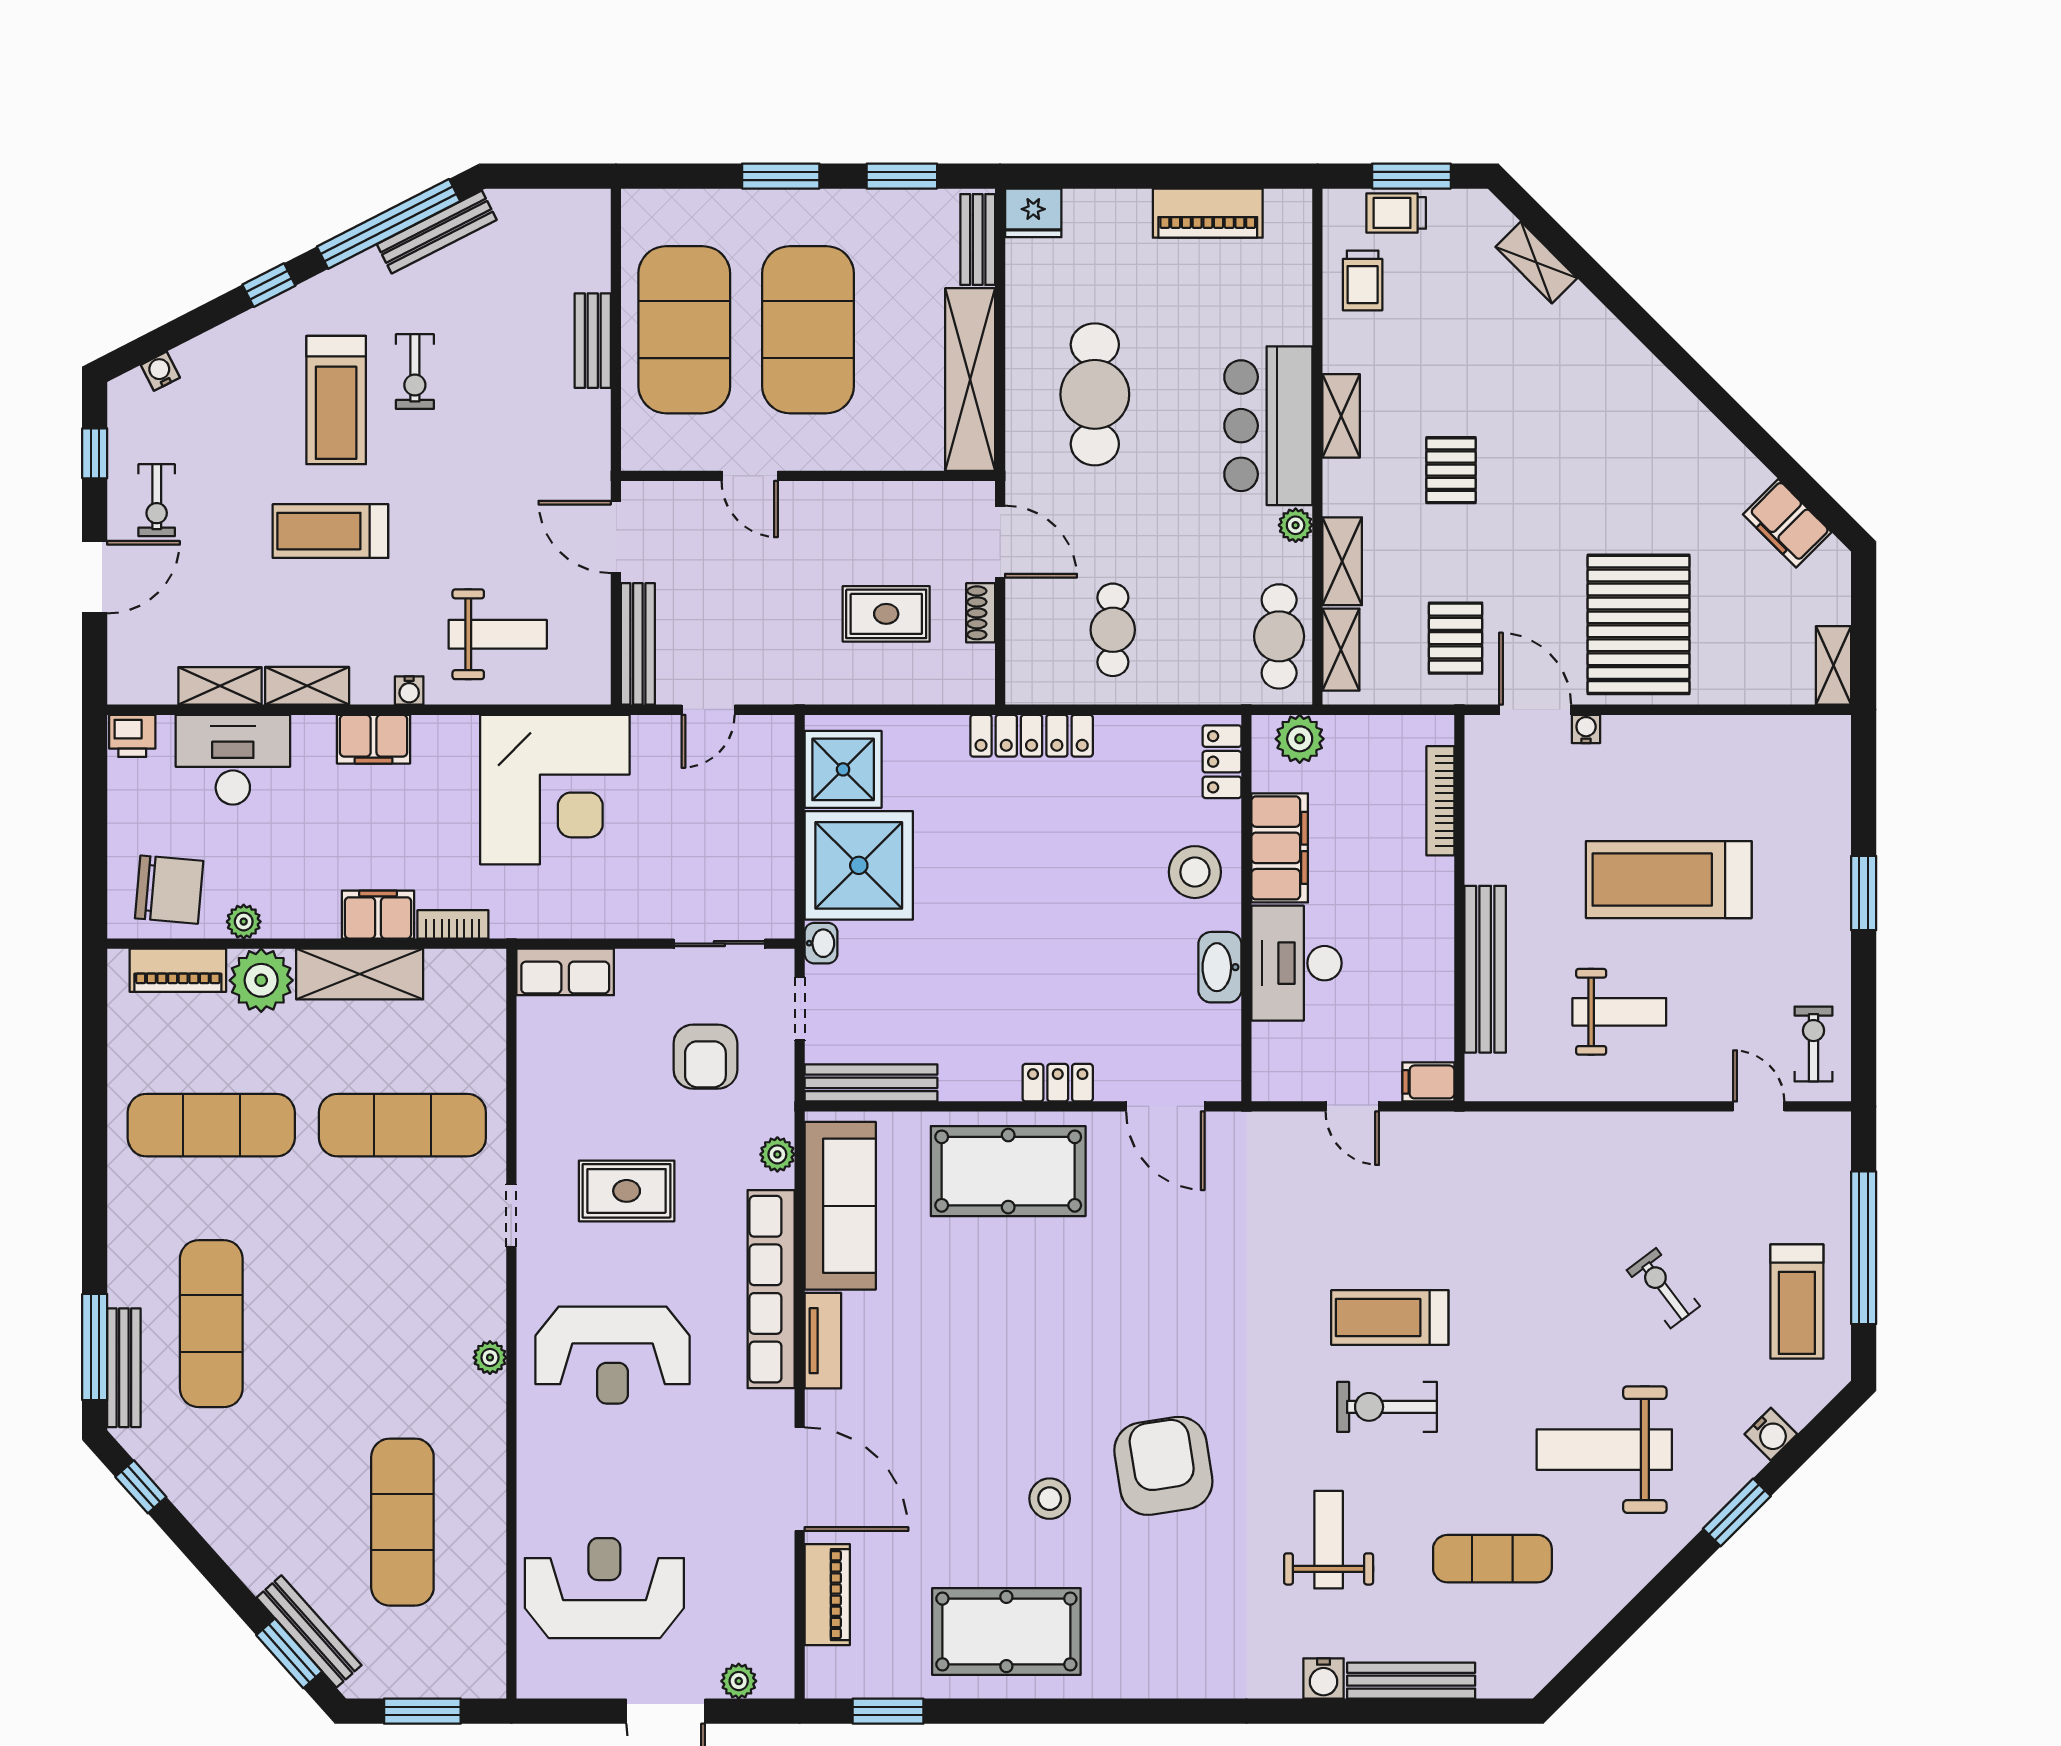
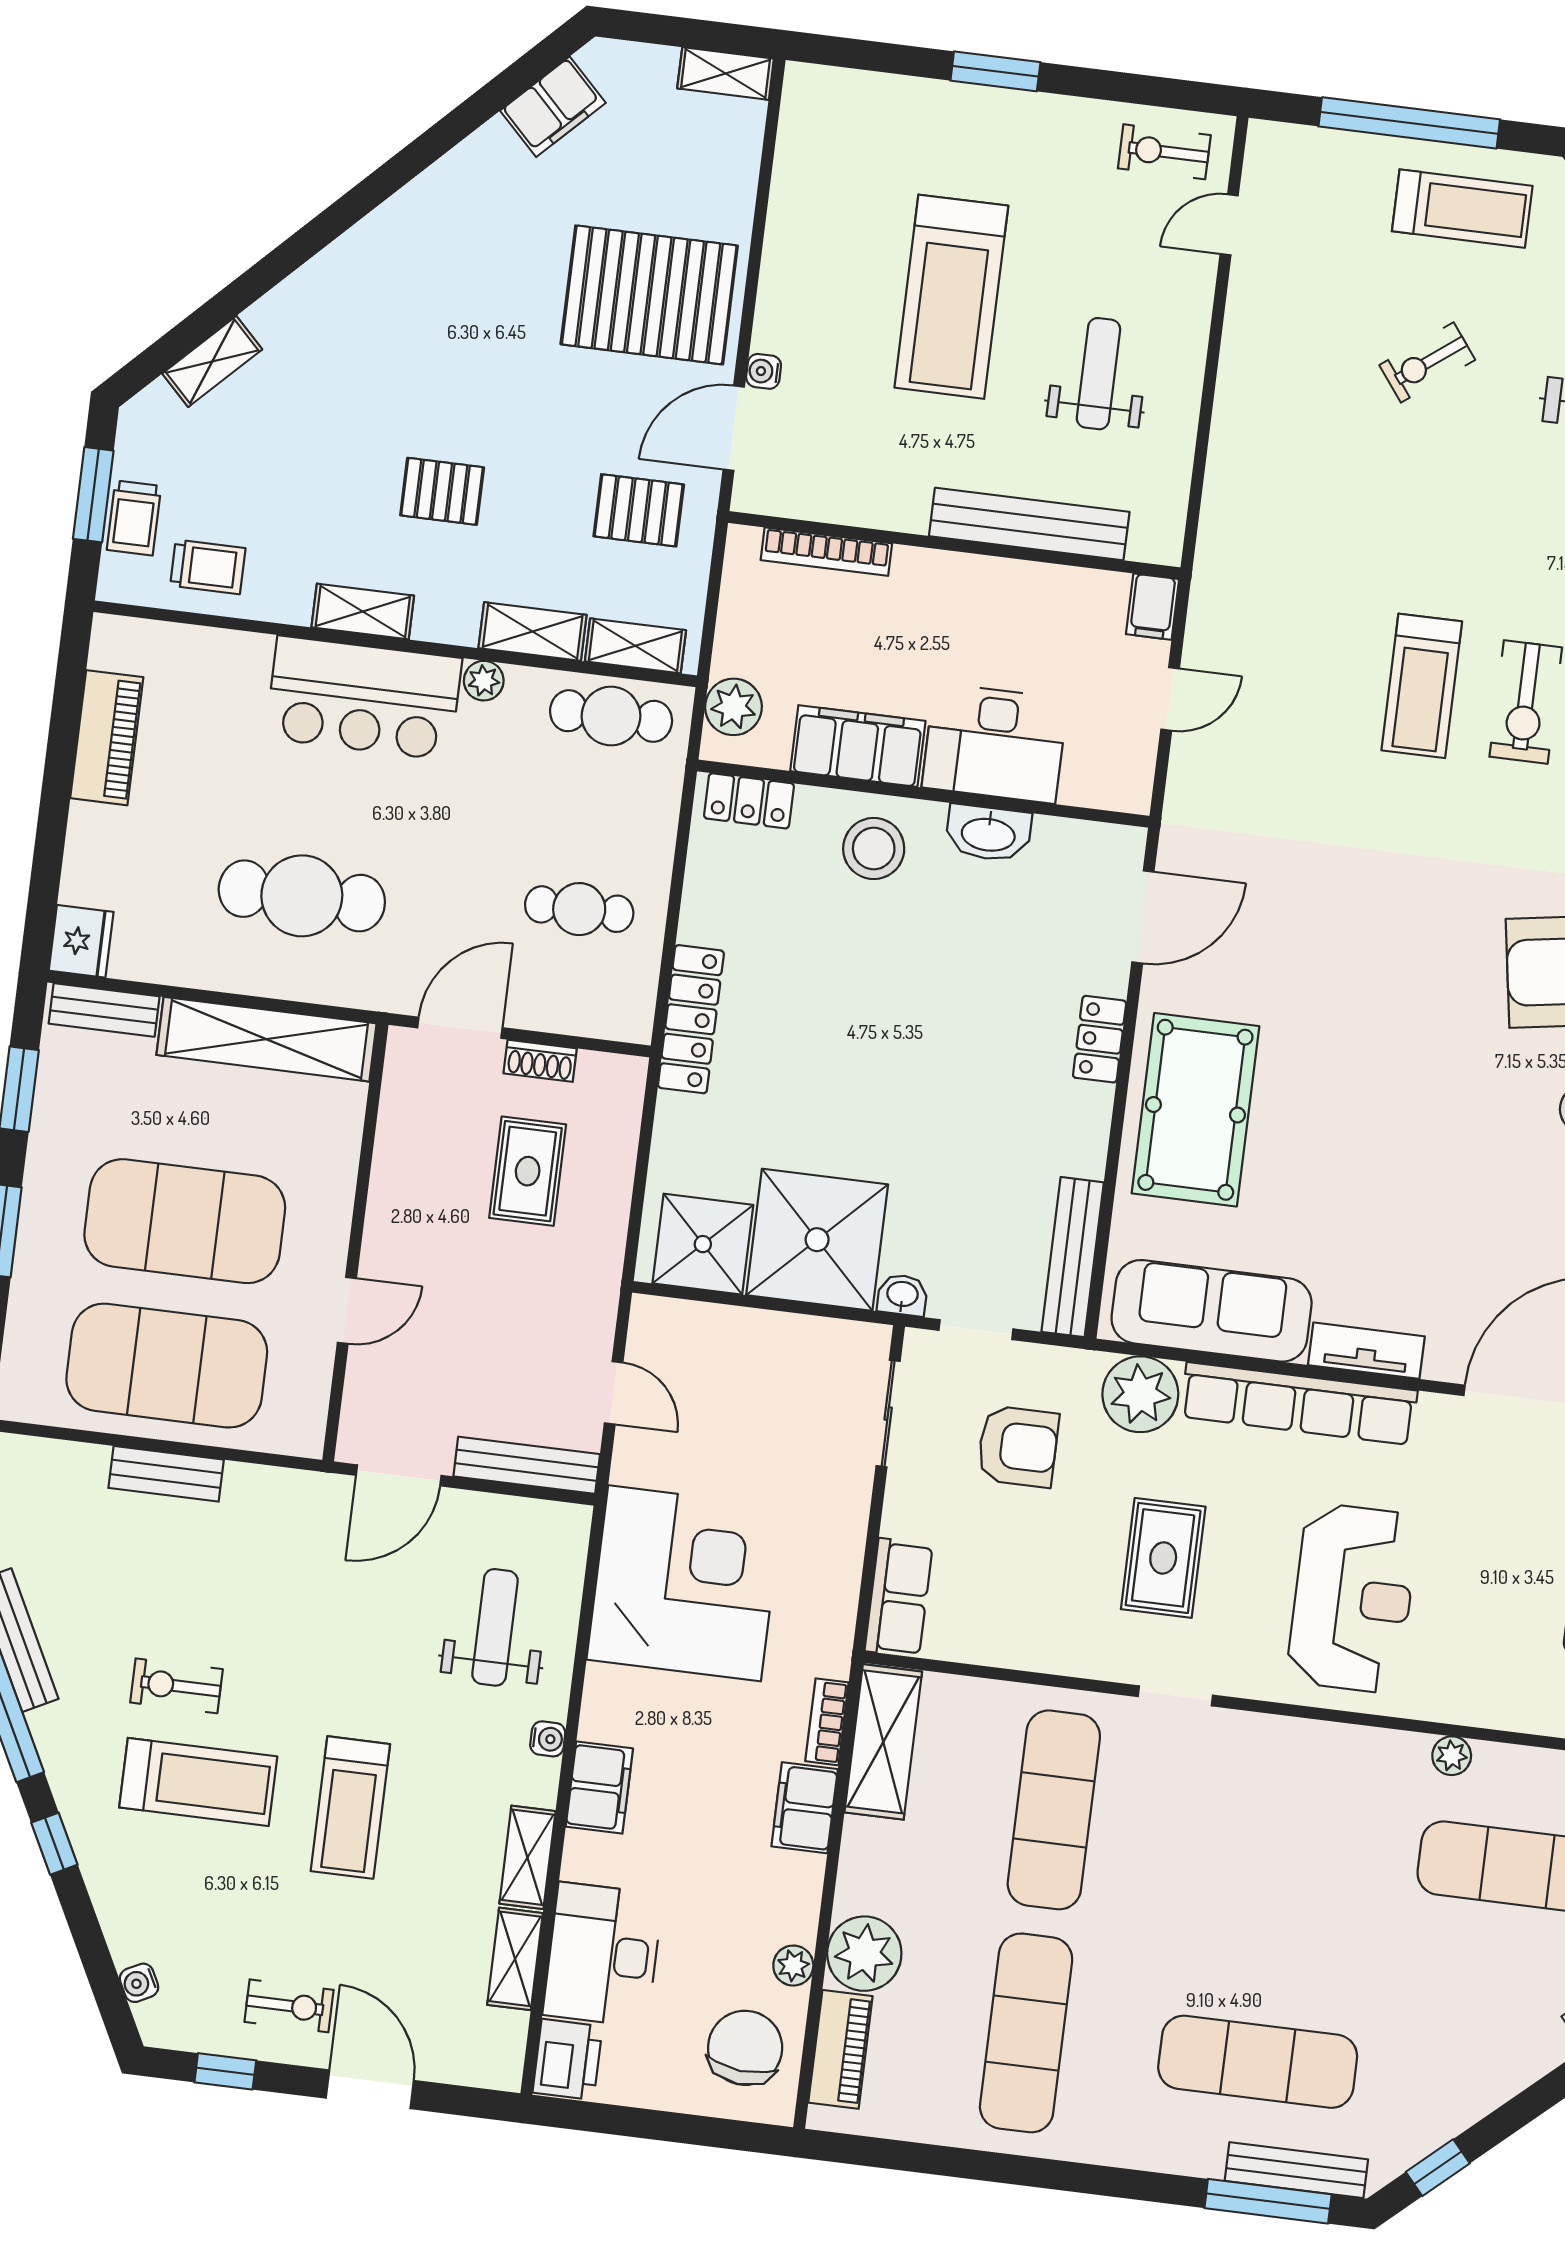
exercise bike: (415, 372) -> (176, 1686), turned 180
printer: (132, 736) -> (568, 2059), width x1.36, depth x1.24
shelving: (360, 974) -> (883, 1742), moved
plant: (777, 1154) -> (1140, 1394), width x1.87, depth x1.87
plant: (490, 1358) -> (1452, 1756), moved

